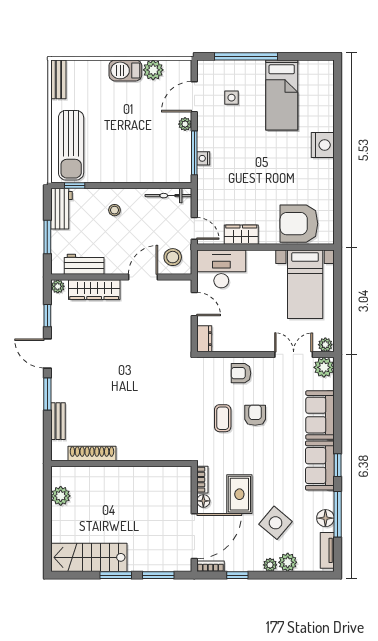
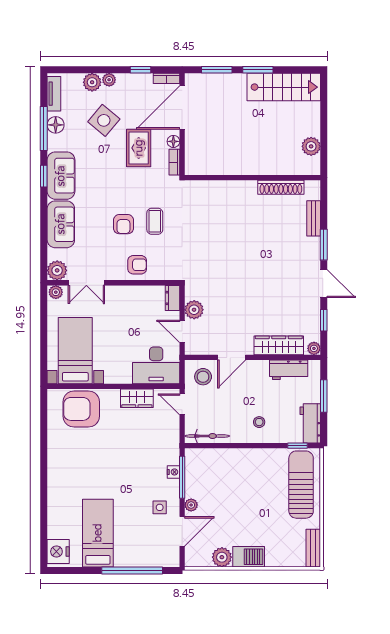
side table: (231, 98) -> (160, 507), moved
nightstand: (323, 145) -> (58, 552), moved
armchair: (299, 224) -> (81, 409), turned 180
plant: (182, 327) -> (194, 310), added

